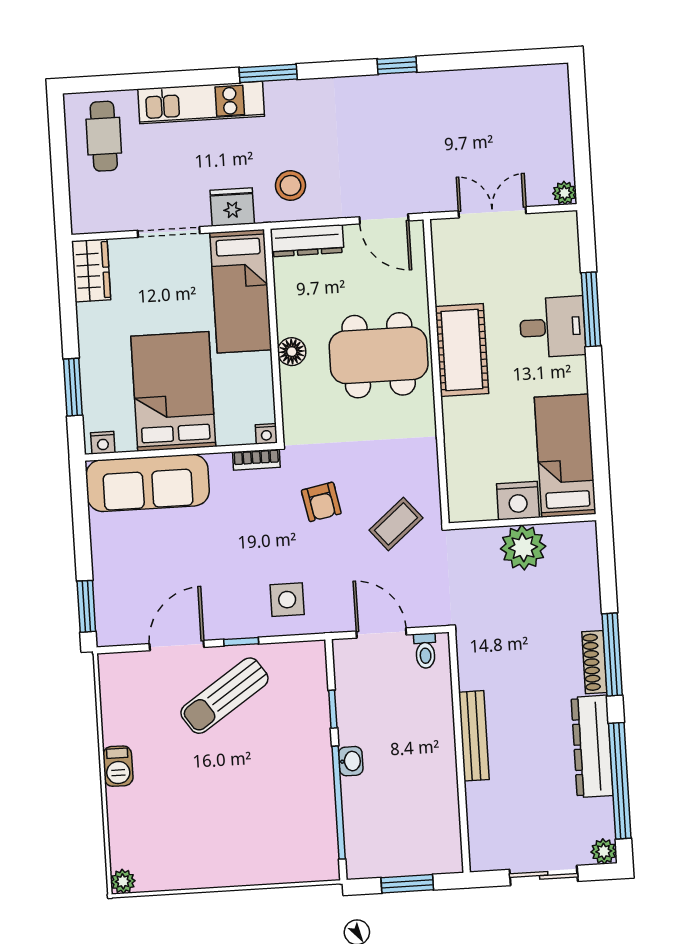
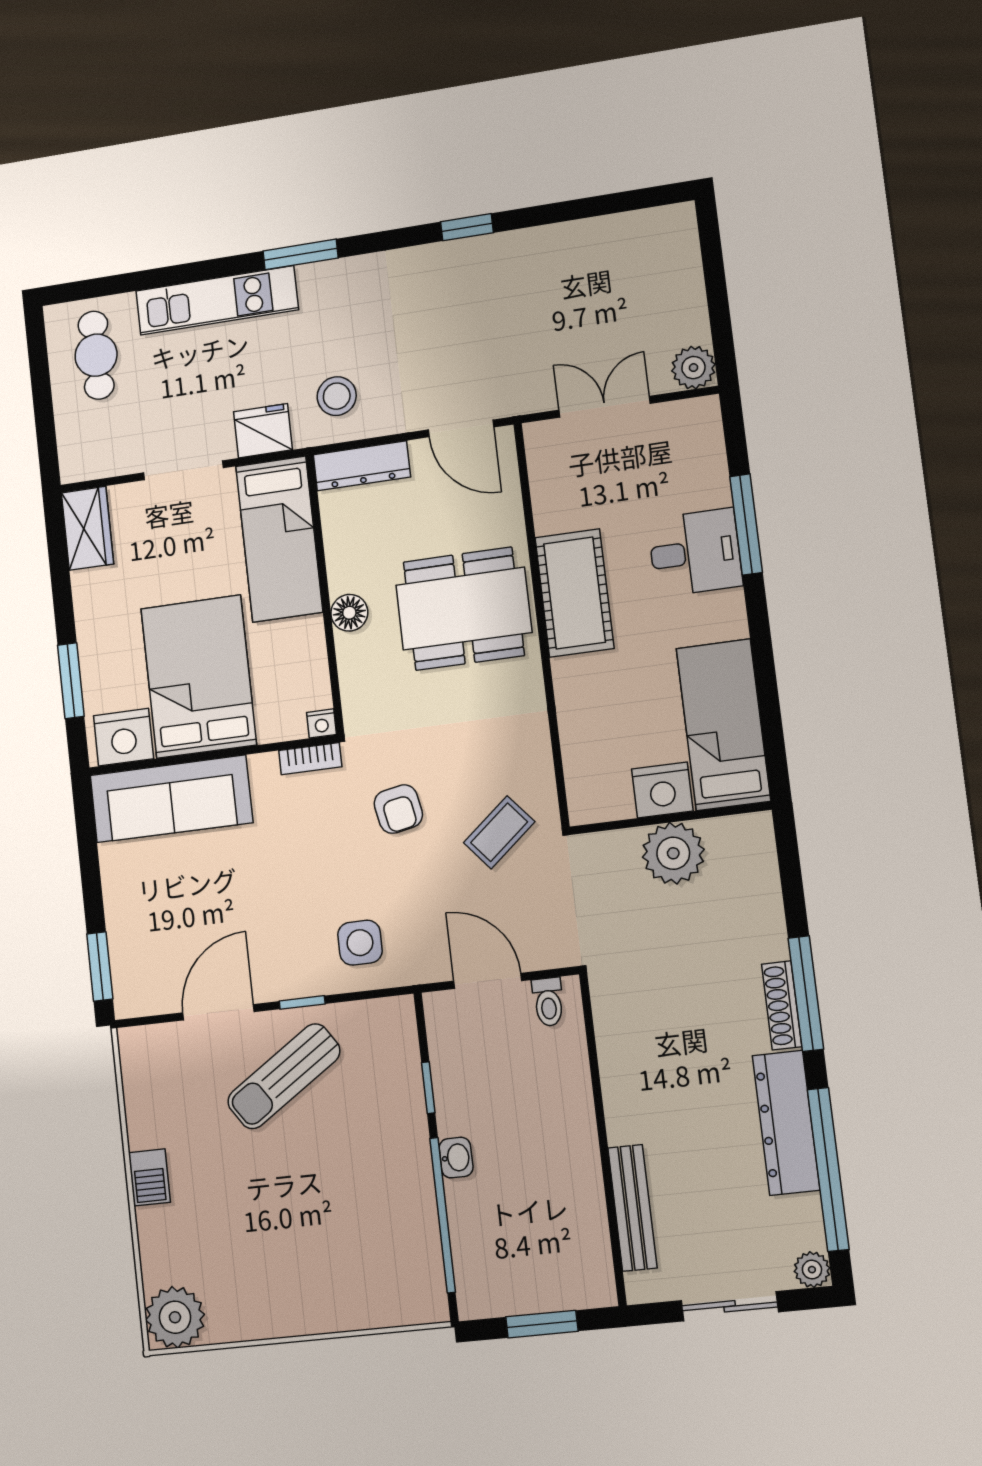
plant: (564, 193) -> (693, 368), width x1.38, depth x1.38
nightstand: (103, 443) -> (124, 737), width x1.89, depth x1.79
bench: (474, 736) -> (632, 1208), moved
plant: (123, 881) -> (175, 1317), width x1.88, depth x1.88

